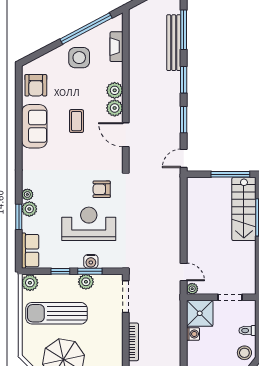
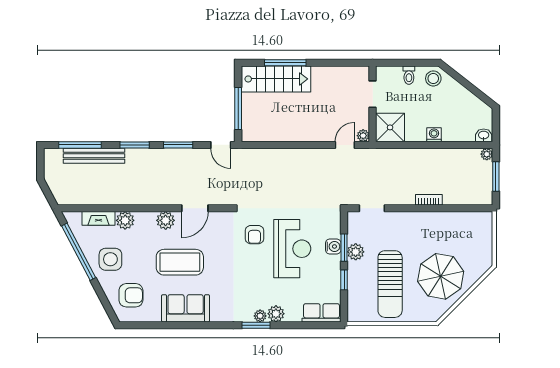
armchair: (36, 85) -> (131, 295), moved
plant: (115, 90) -> (125, 220), moved
coffee table: (76, 121) -> (180, 262), width x1.86, depth x1.72
window: (230, 174) -> (238, 109), moved
window: (19, 217) -> (256, 325), moved
reception desk: (89, 224) -> (292, 249), turned 180
plant: (30, 283) -> (357, 313), removed
doorway: (126, 297) -> (372, 208), width x0.73
washing machine: (193, 334) -> (434, 135), moved
bookcase: (134, 342) -> (429, 200), width x0.64

